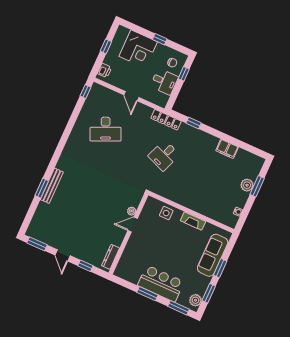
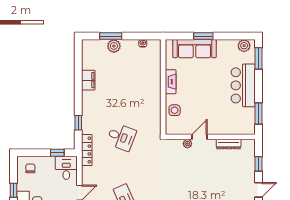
window: (184, 74) -> (57, 153), moved
desk: (164, 82) -> (66, 168), moved
door: (133, 225) -> (200, 137), swing flipped
dresser: (111, 257) -> (229, 144), moved
window: (209, 293) -> (232, 36), removed
window: (147, 294) -> (258, 113), moved

